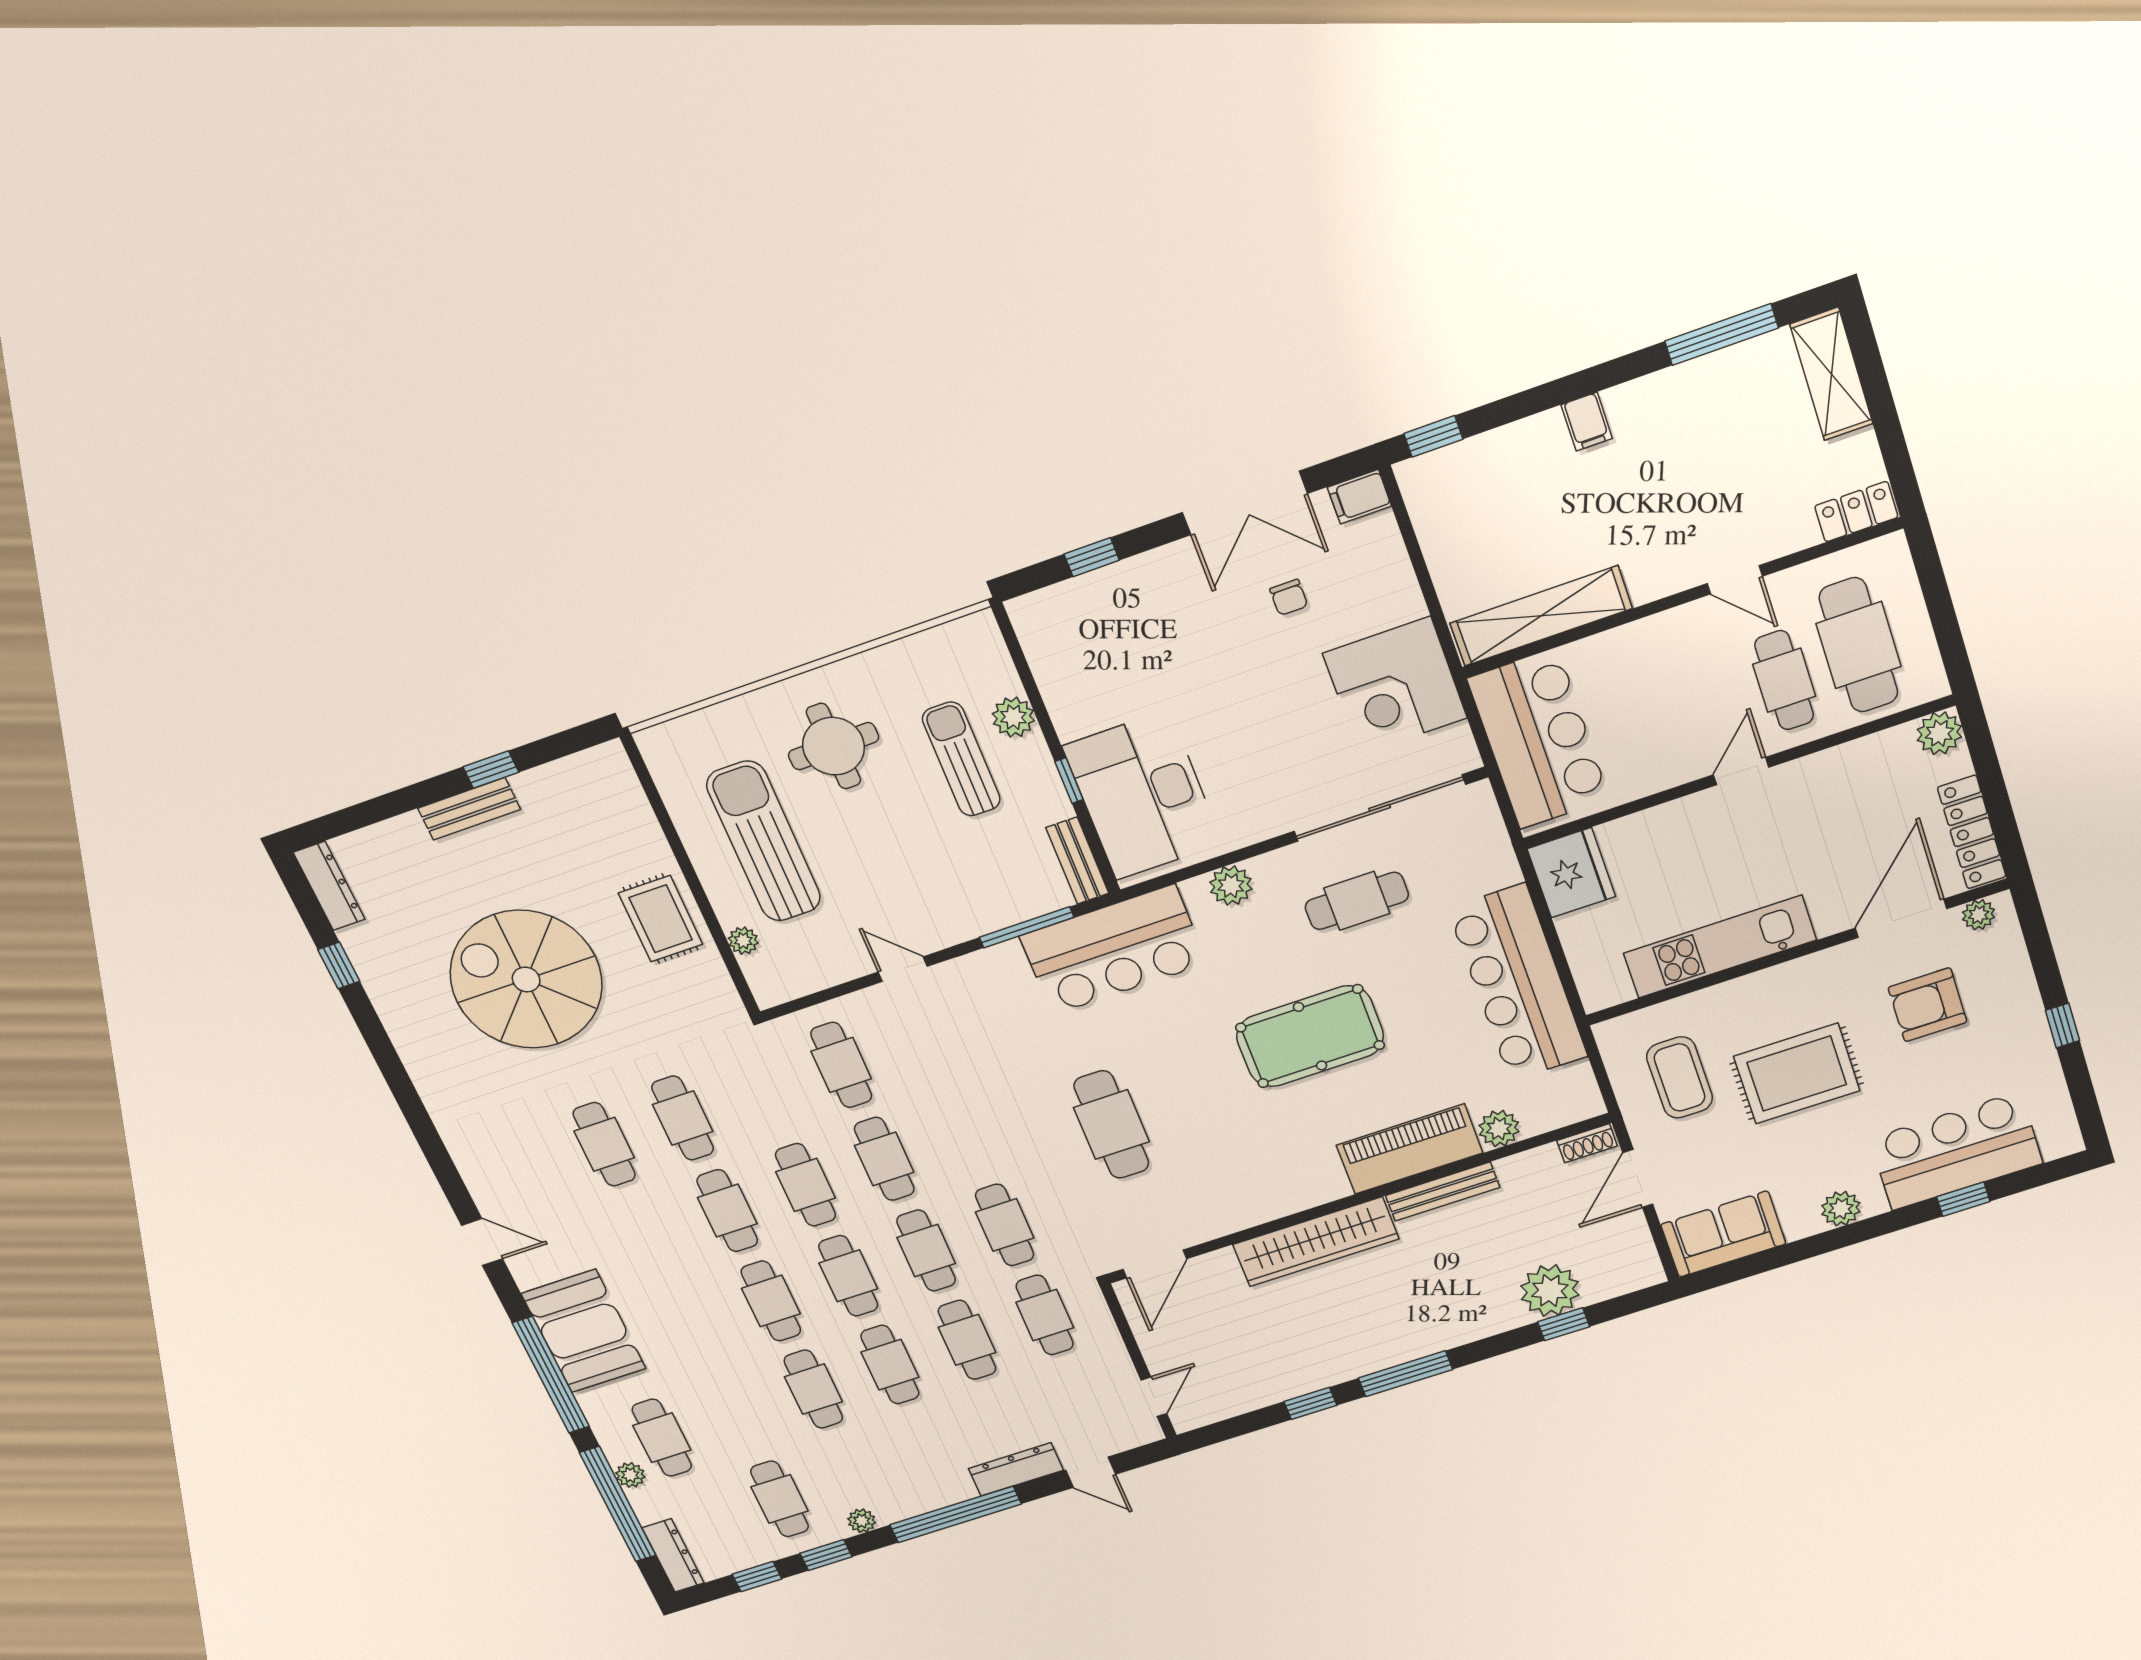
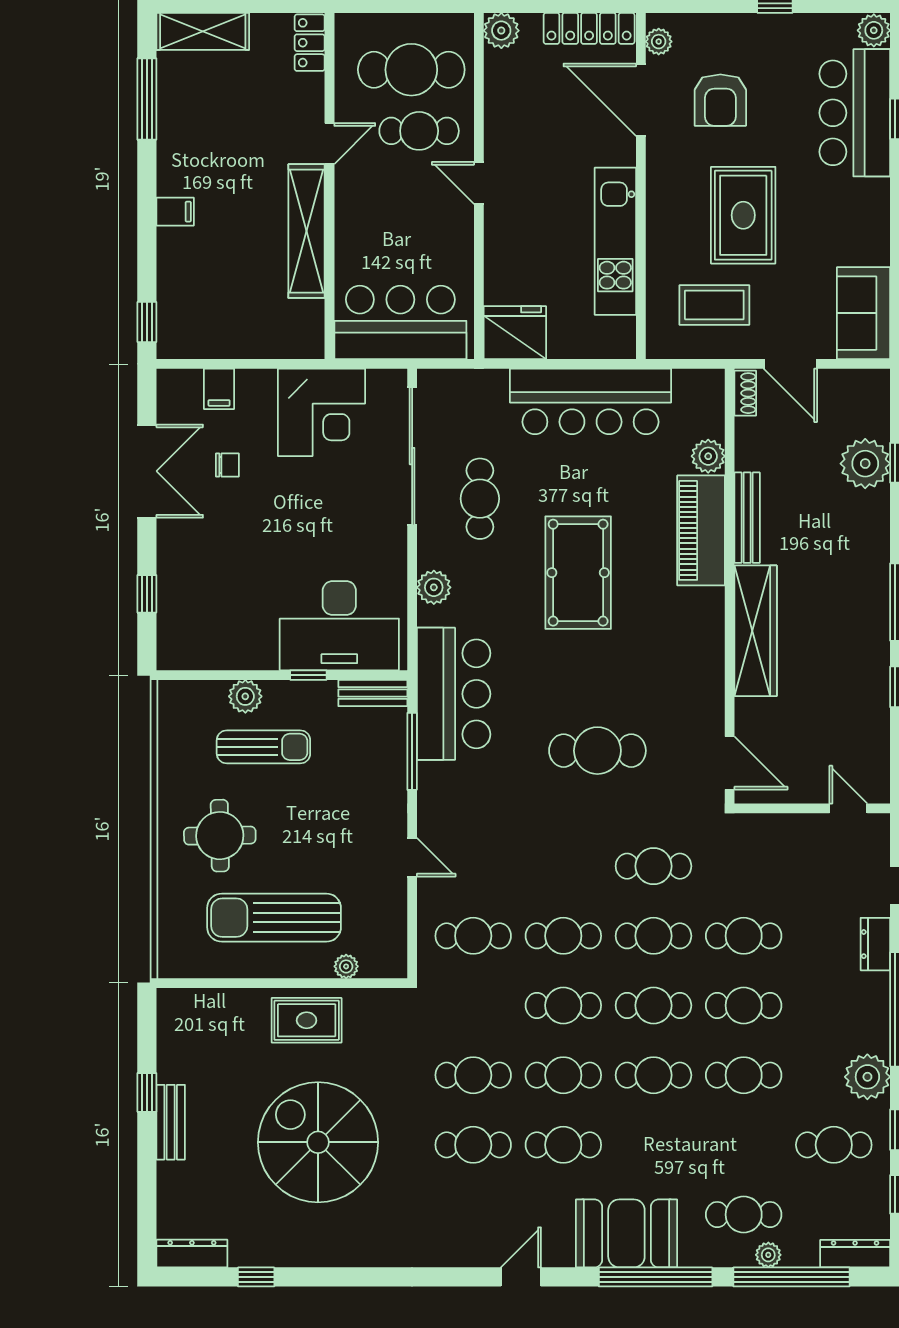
filing cabinet: (1359, 497) -> (219, 389), moved
shelving: (1541, 616) -> (307, 231), moved
sun lounger: (961, 759) -> (263, 747), turned 180
door: (903, 969) -> (412, 857), swing flipped
spiral stairs: (526, 979) -> (318, 1142), turned 90
plant: (1841, 1209) -> (874, 30), moved
cafe table: (1045, 1315) -> (563, 1145), moved
dresser: (1016, 1469) -> (875, 944), width x0.70
plant: (862, 1521) -> (867, 1077), width x1.87, depth x1.87

